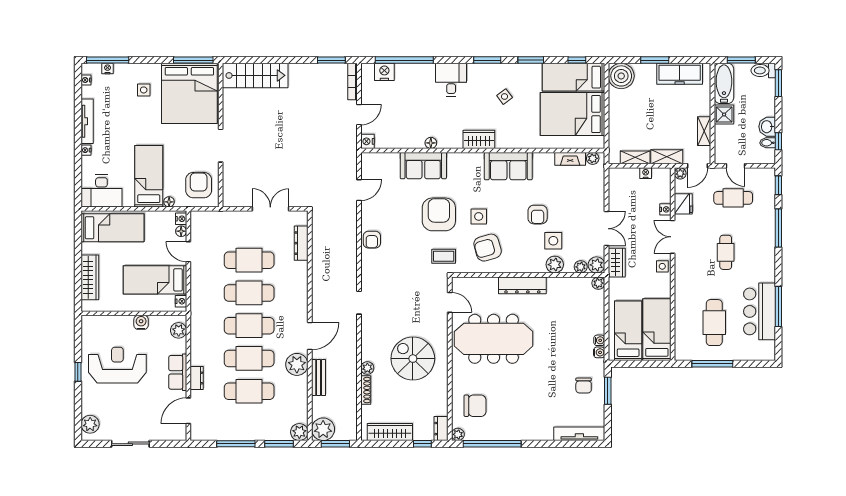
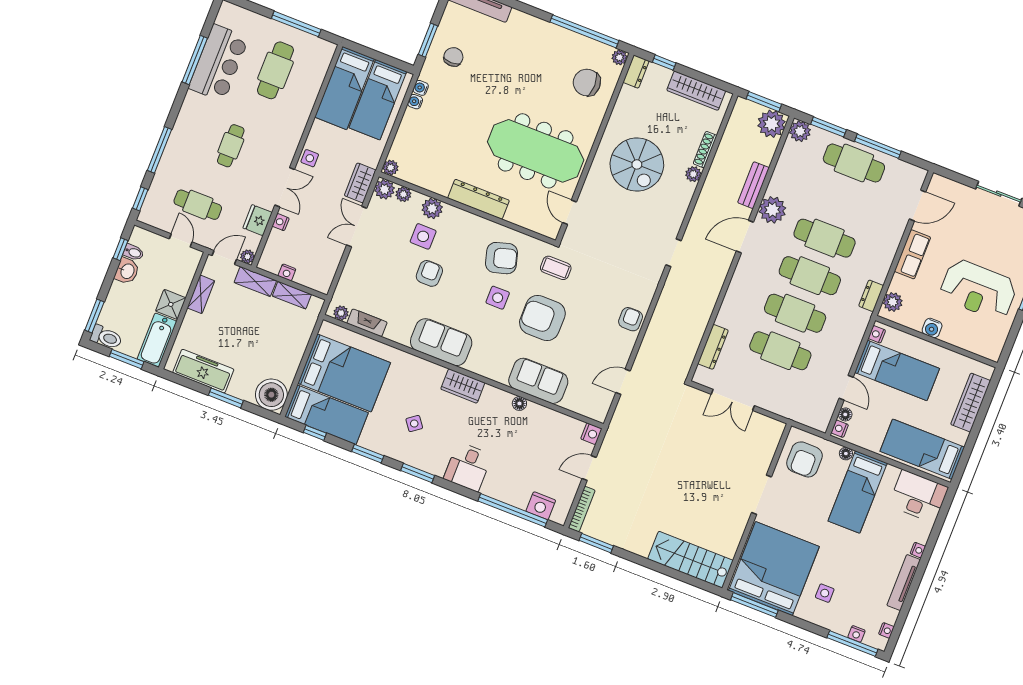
armchair: (439, 214) -> (542, 318), turned 90
dresser: (197, 378) -> (871, 296), moved
cafe table: (249, 391) -> (854, 163), moved

